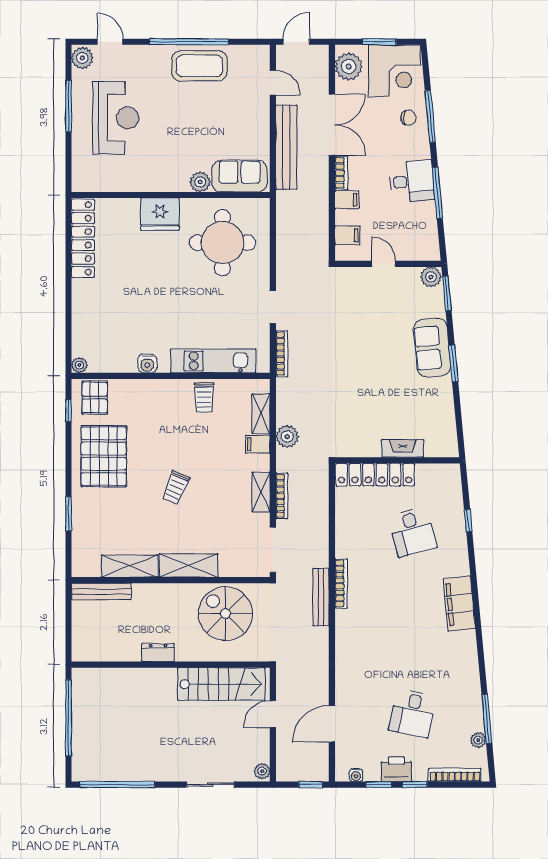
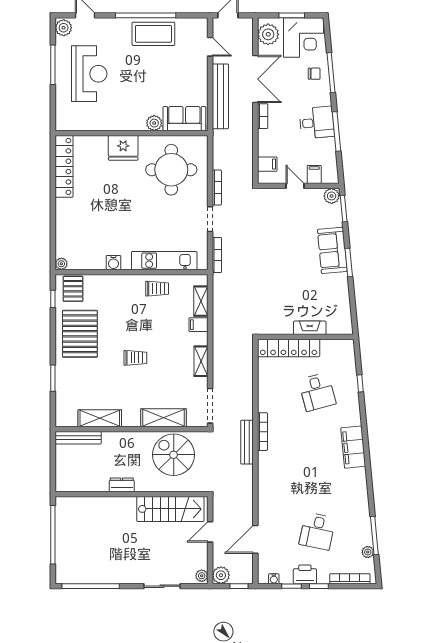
filing cabinet: (347, 200) -> (314, 174), moved, turned -90
trolley: (204, 397) -> (157, 289), turned -90
plant: (287, 436) -> (221, 575), moved
trolley: (176, 487) -> (135, 358), turned -113
bookcase: (282, 496) -> (217, 188), moved
shelving: (189, 565) -> (164, 418), moved

